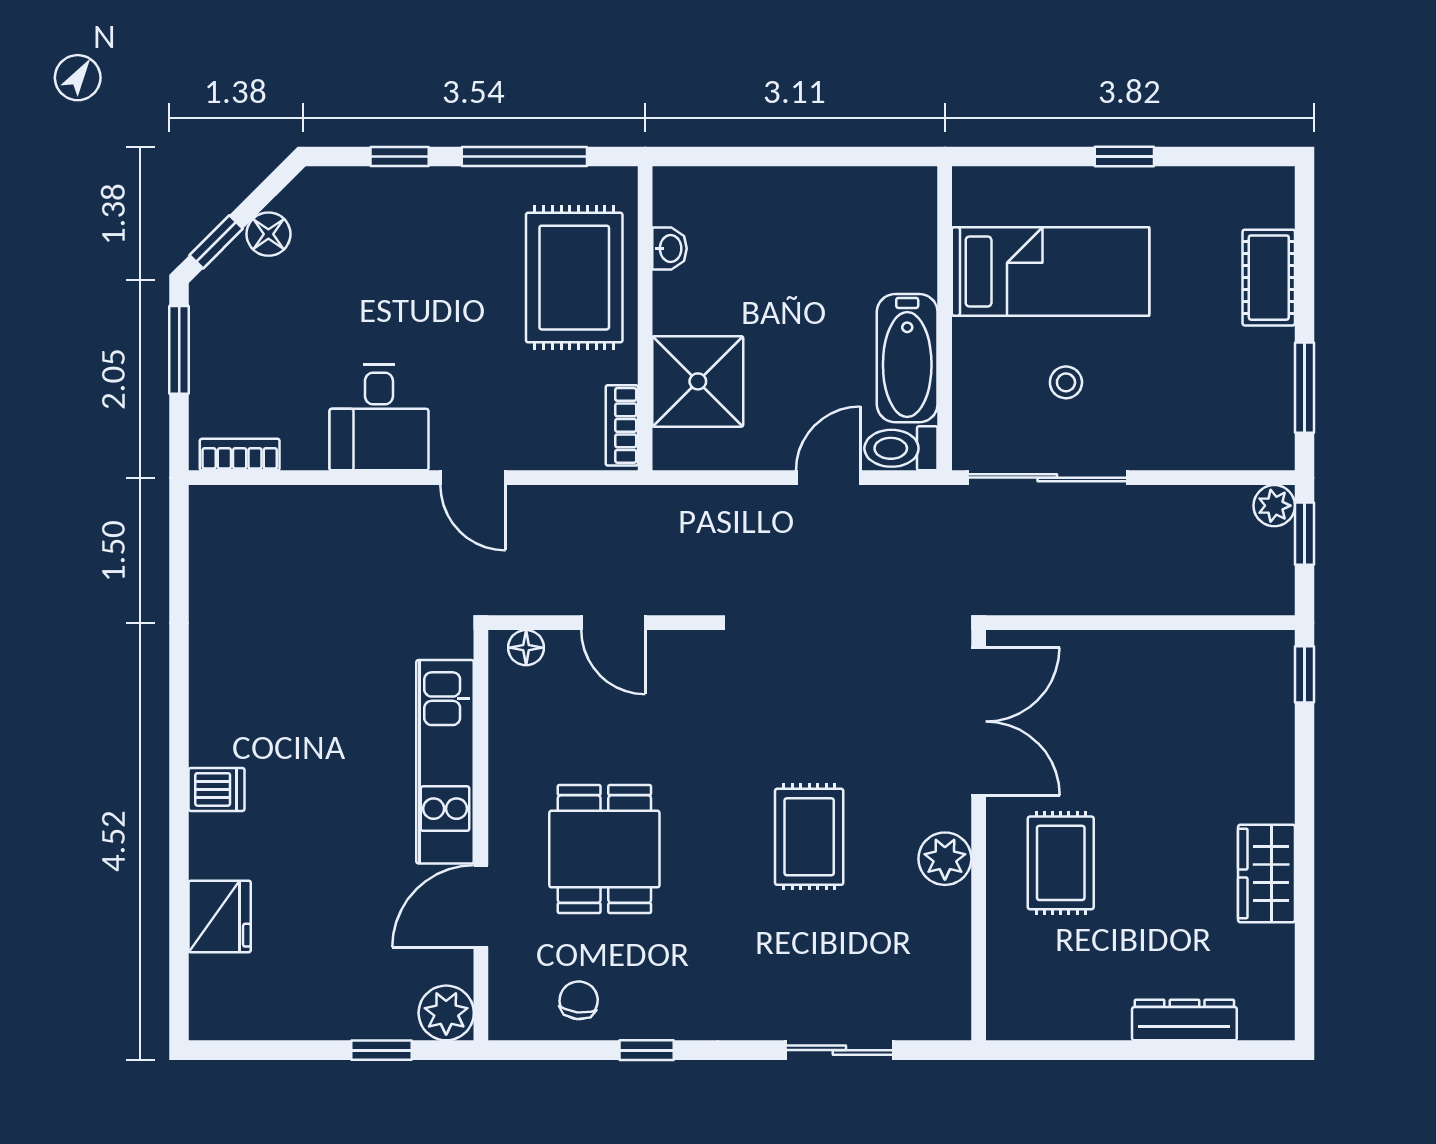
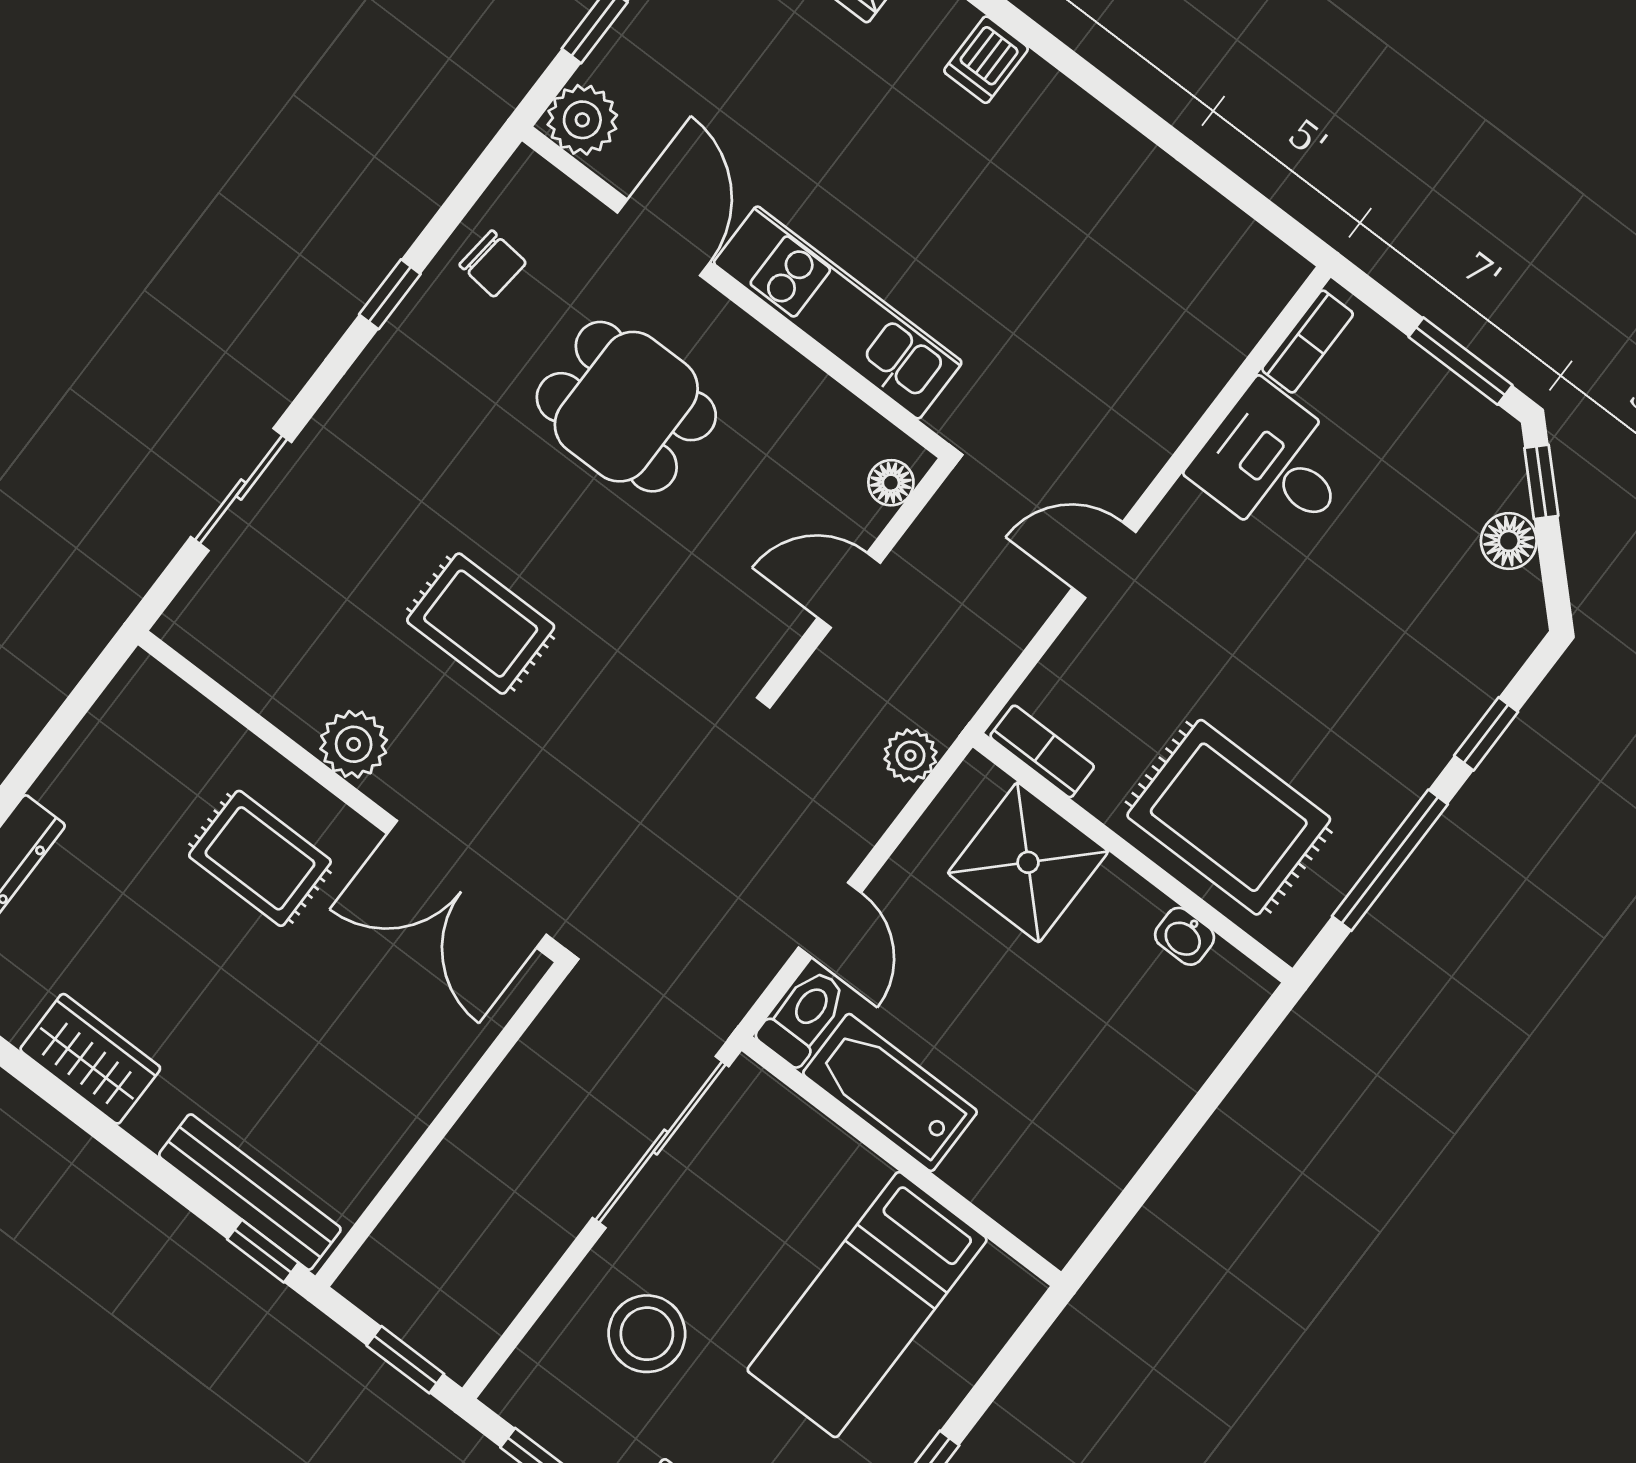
stool: (1066, 382) -> (647, 1334), moved, width x1.89, depth x1.89
desk: (379, 417) -> (1274, 465), moved
plant: (1274, 506) -> (910, 756), moved
bench: (1274, 710) -> (250, 1192), added

